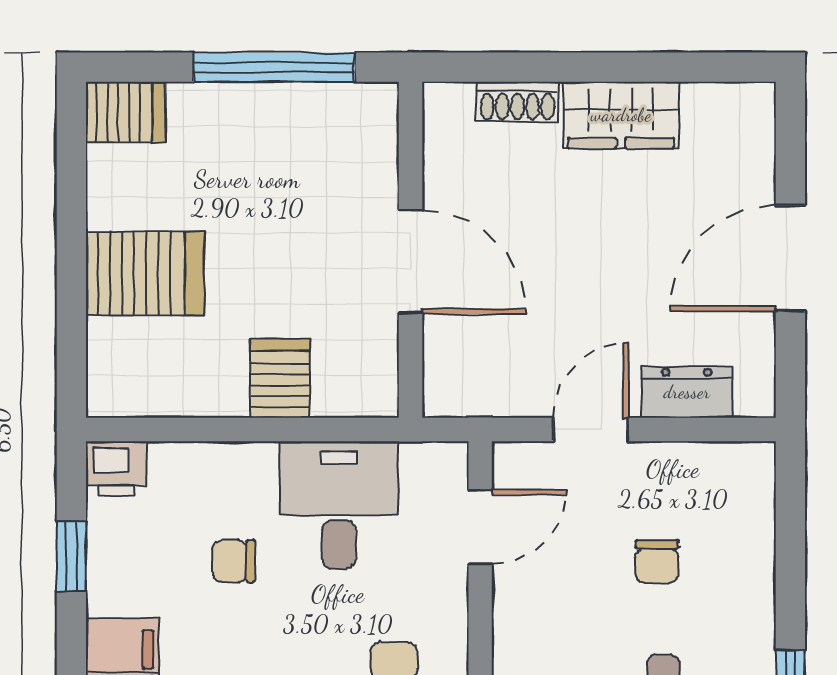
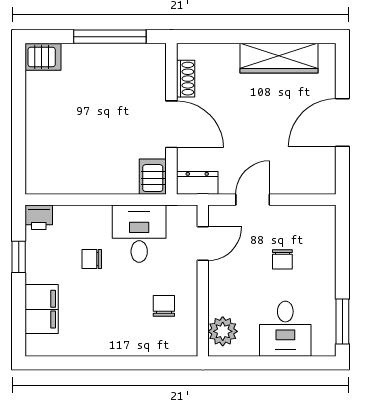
shoe rack: (517, 102) -> (186, 79), moved, turned -90
wardrobe: (621, 115) -> (279, 58), width x1.50
server rack: (145, 273) -> (52, 129), removed
server rack: (280, 378) -> (153, 177), moved
dresser: (687, 392) -> (197, 183), moved

